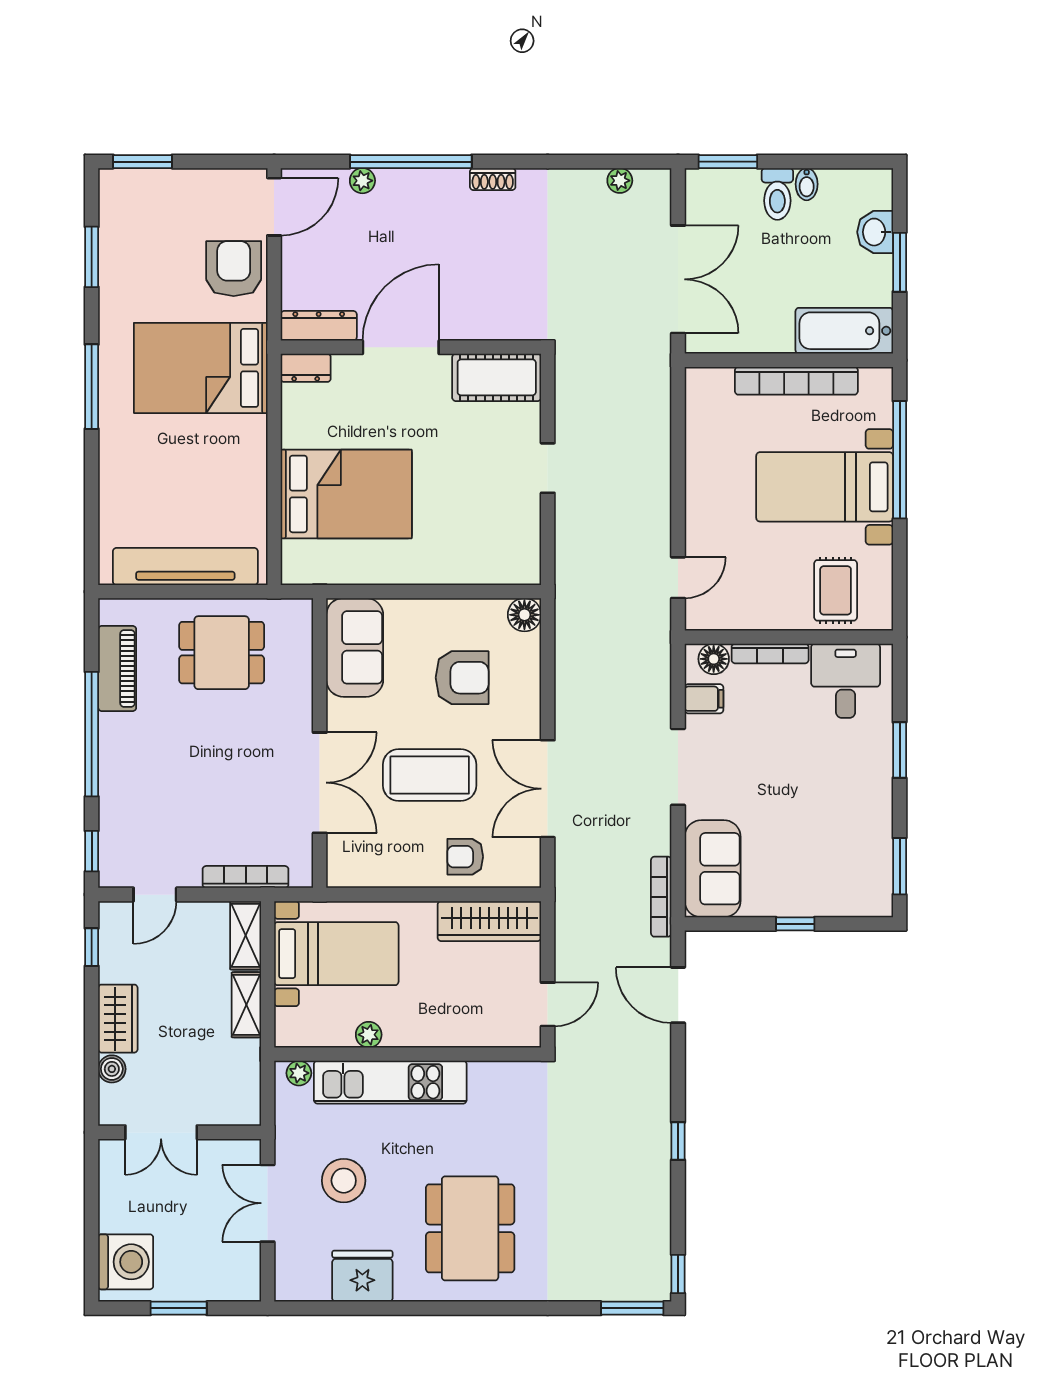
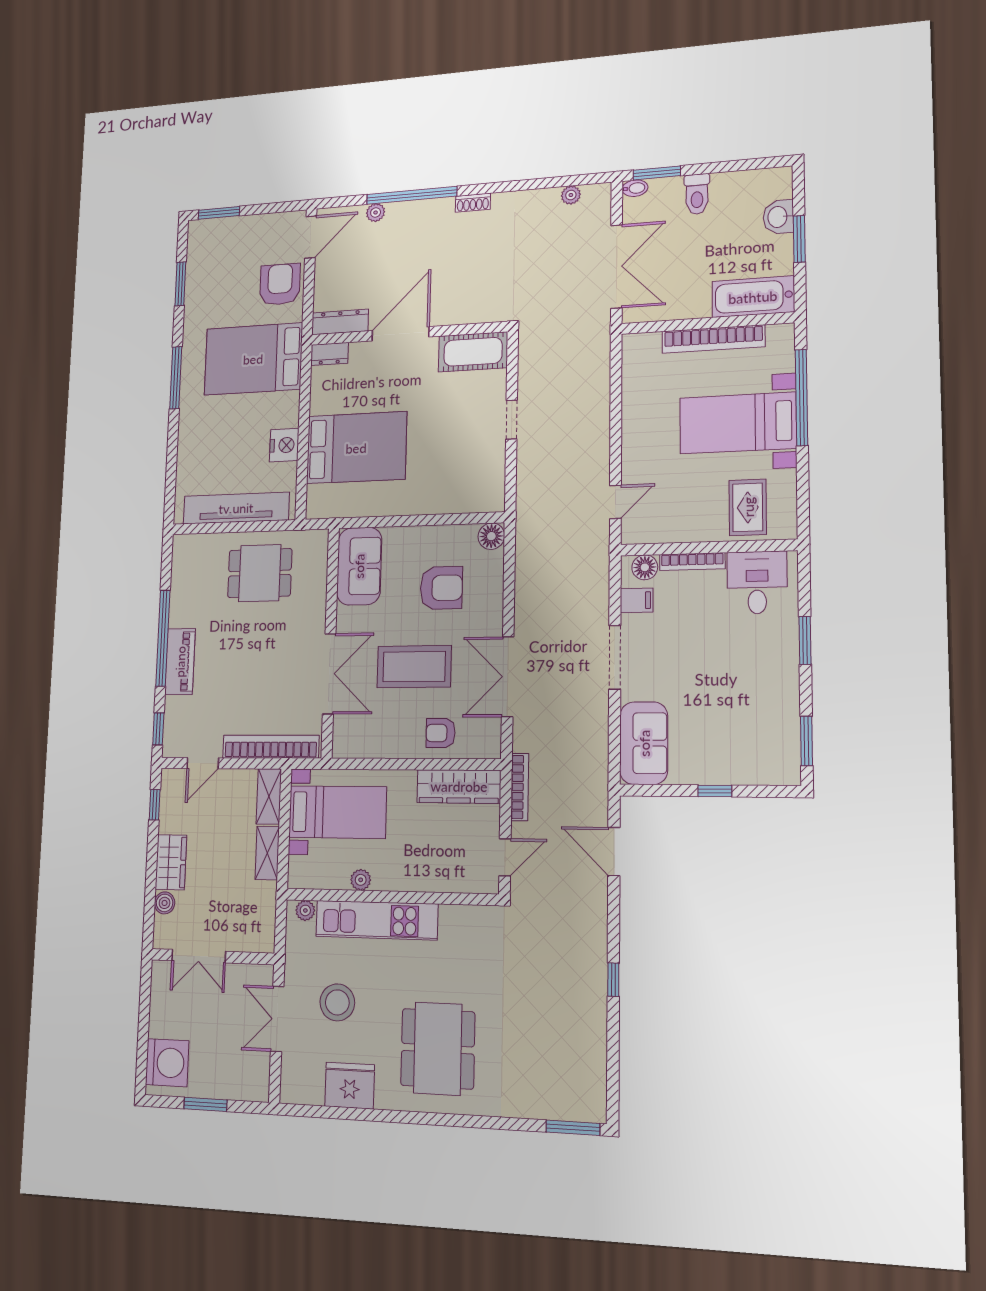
bidet: (807, 184) -> (635, 188), moved, turned -90
nightstand: (248, 486) -> (284, 445), added
piano: (117, 668) -> (180, 662), moved
bookcase: (246, 877) -> (271, 747), width x1.48, depth x1.31
bookcase: (661, 897) -> (520, 787), moved, turned 180
window: (678, 1274) -> (613, 1099), removed

